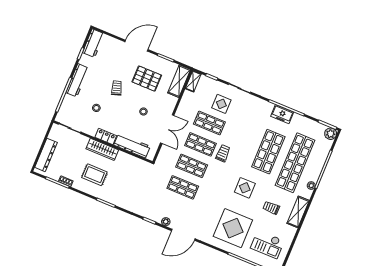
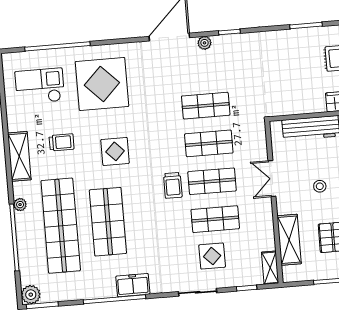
shelving: (179, 81) -> (289, 240), moved
freezer: (282, 114) -> (133, 285), moved
double door: (167, 129) -> (272, 179), width x0.73

